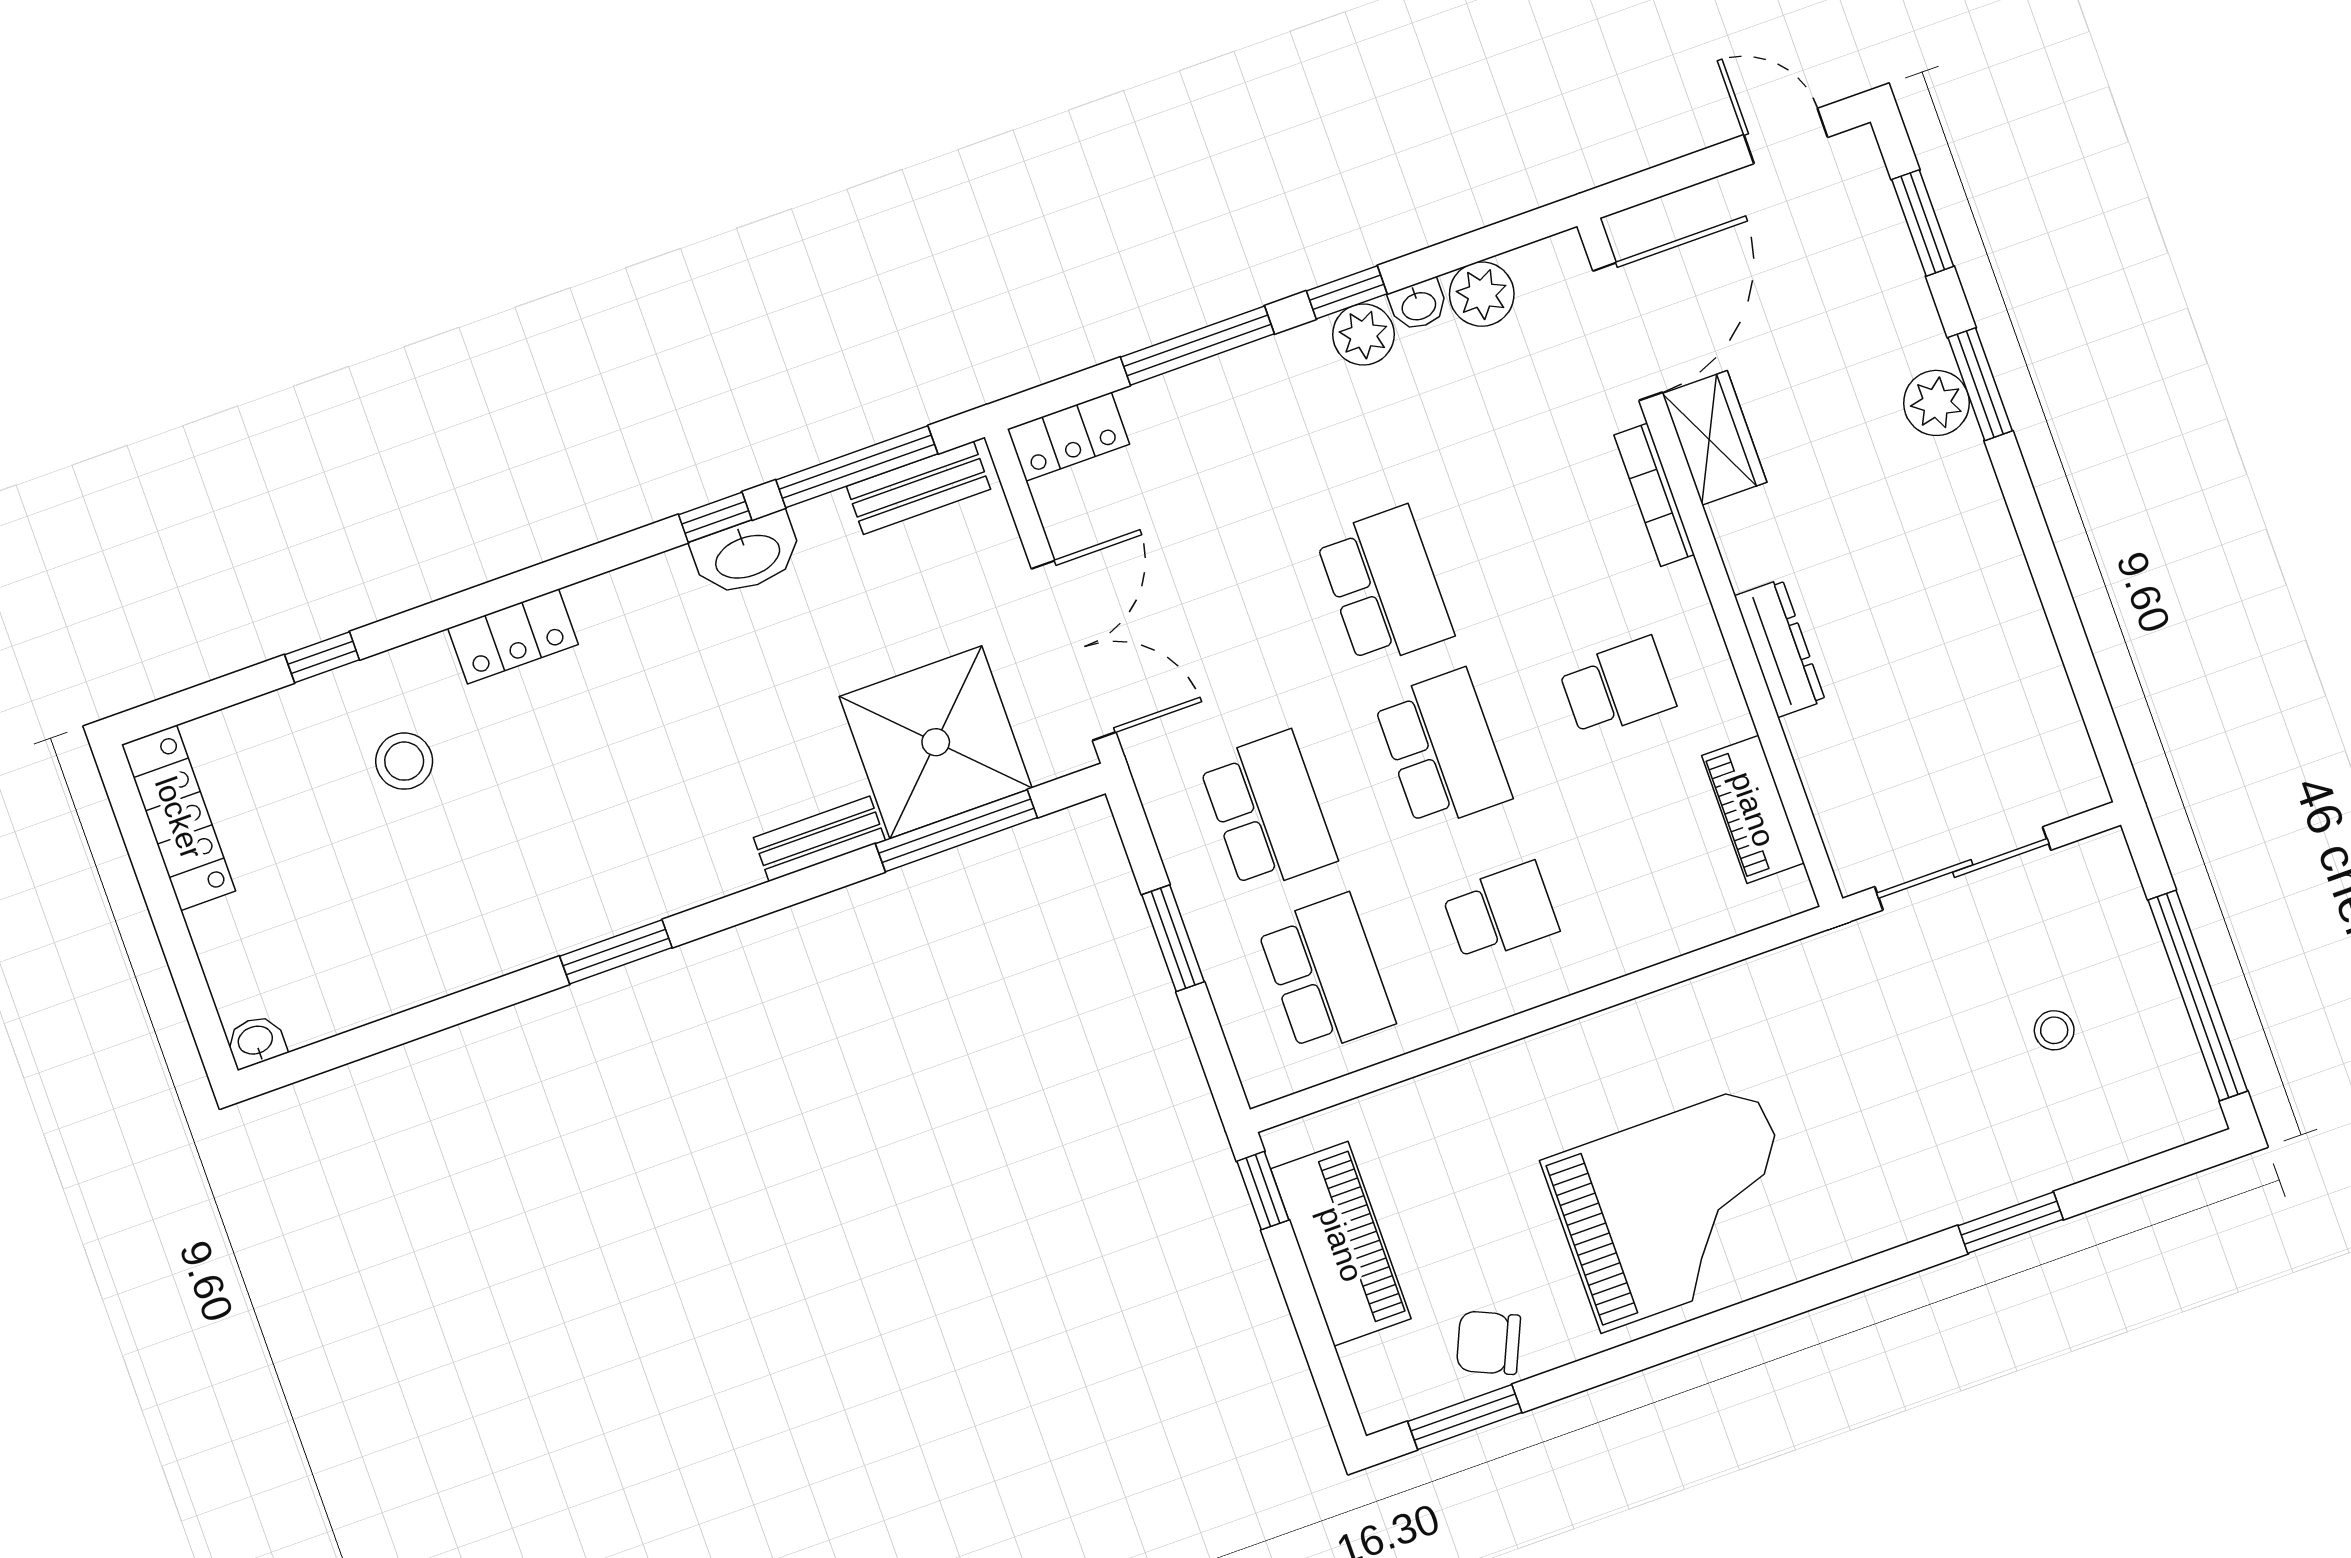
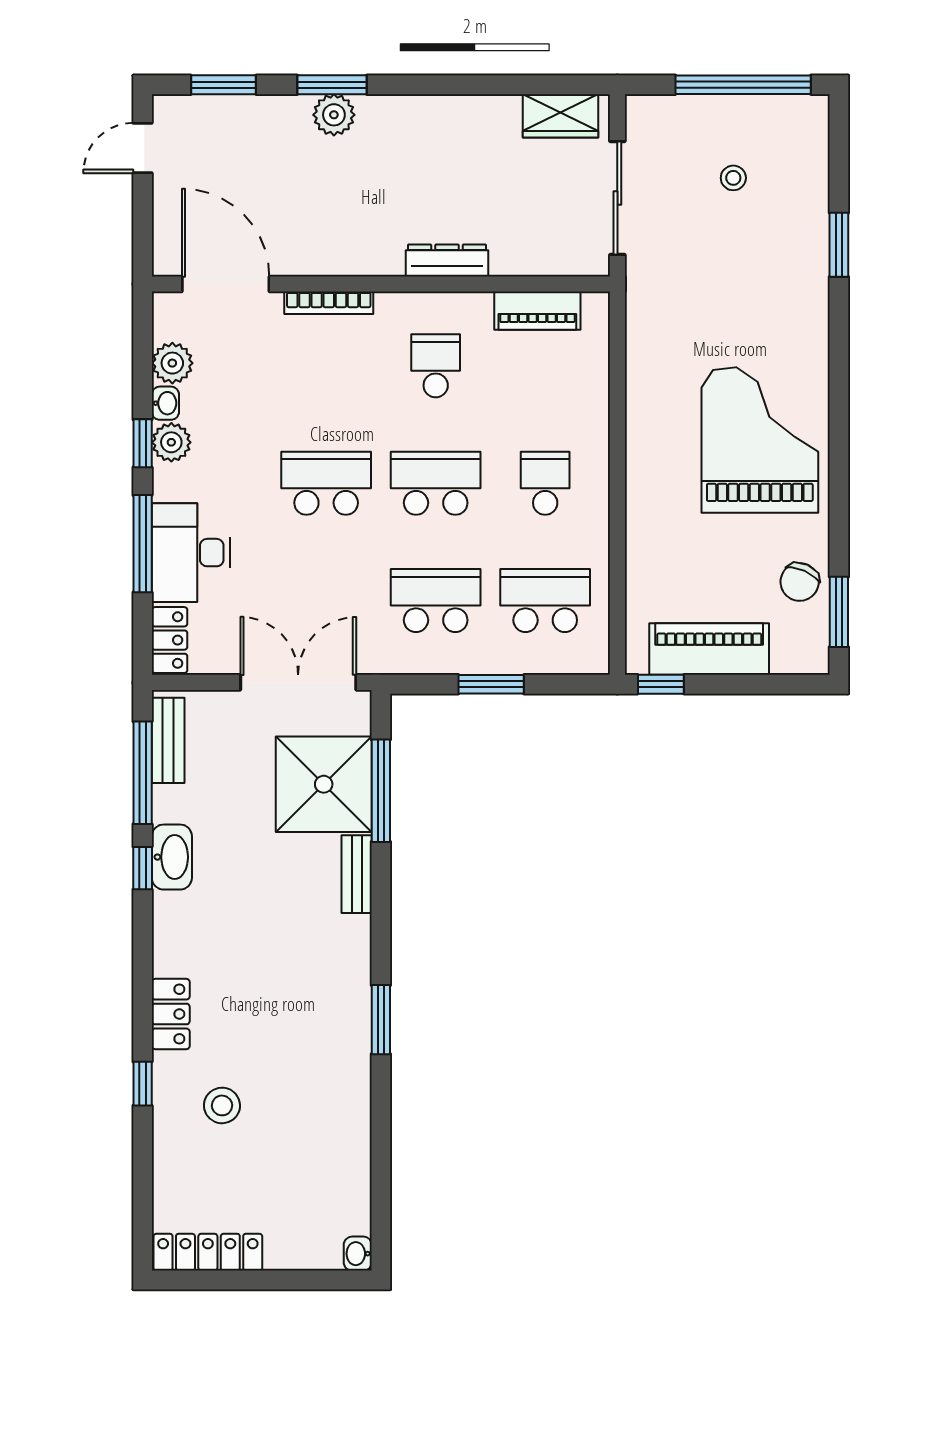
desk: (1210, 422) -> (191, 553), added
wardrobe: (1715, 438) -> (561, 116), moved, turned 180
window: (322, 657) -> (143, 1084), moved

